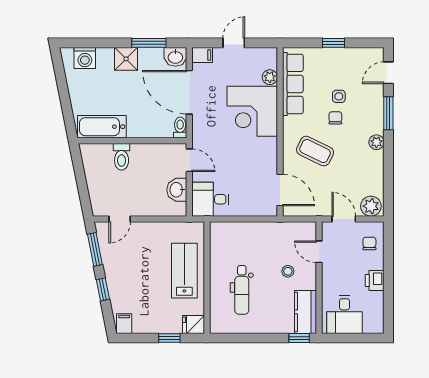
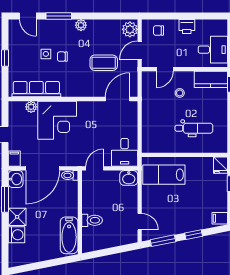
washing machine: (85, 58) -> (16, 235), moved
coffee table: (315, 151) -> (104, 63), moved, turned 64
washbasin: (177, 190) -> (129, 178), moved
lab bench: (184, 271) -> (164, 175), moved

